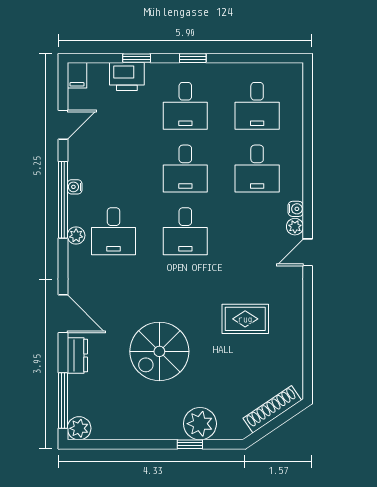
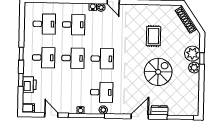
rug: (245, 319) -> (153, 36), moved
spiral stairs: (159, 351) -> (158, 72), turned -90
plant: (79, 428) -> (194, 68), moved

